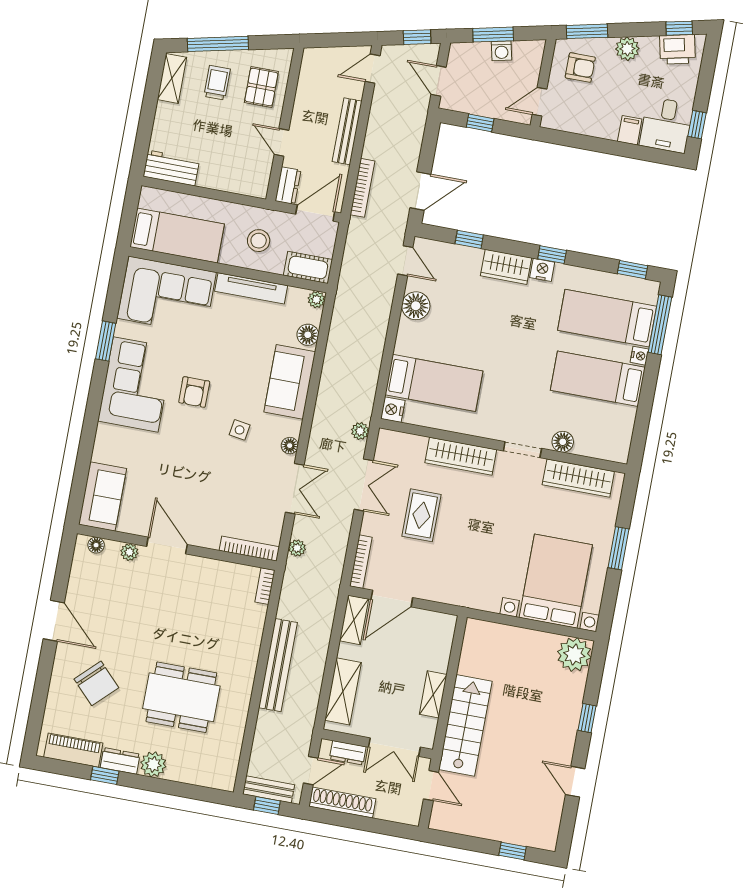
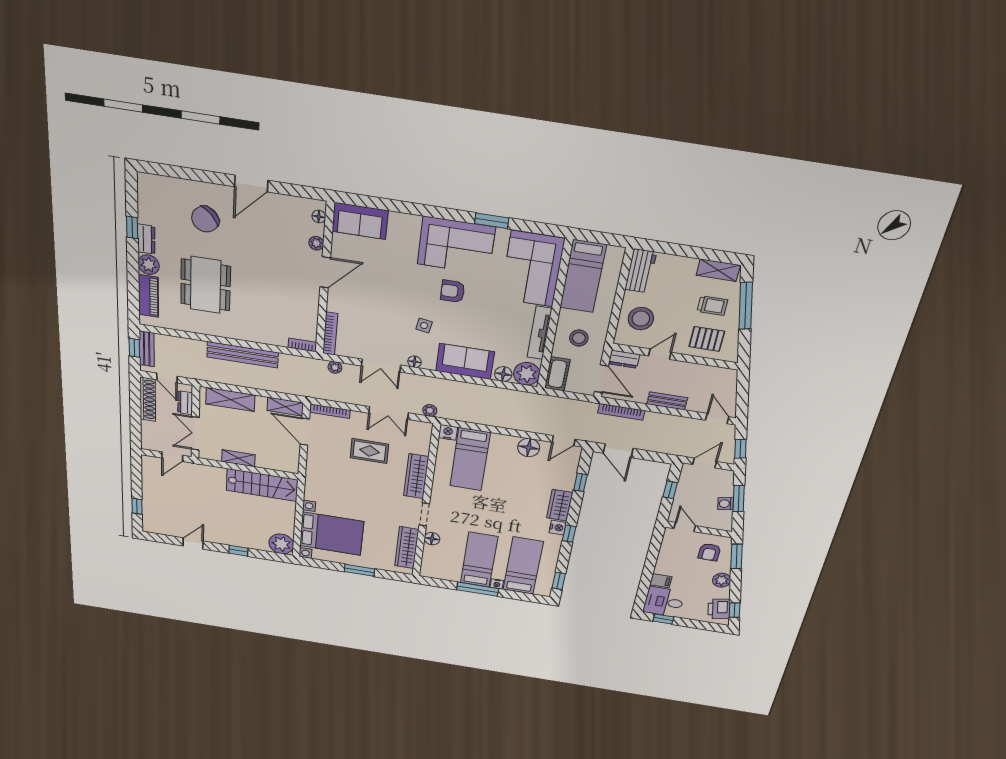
bench: (347, 131) -> (667, 401), width x0.73
stool: (233, 166) -> (641, 319), added
plant: (316, 300) -> (527, 374), width x1.87, depth x1.87
window: (660, 325) -> (478, 589), moved
stairs: (465, 725) -> (262, 485), moved
piano: (73, 750) -> (148, 296), moved

